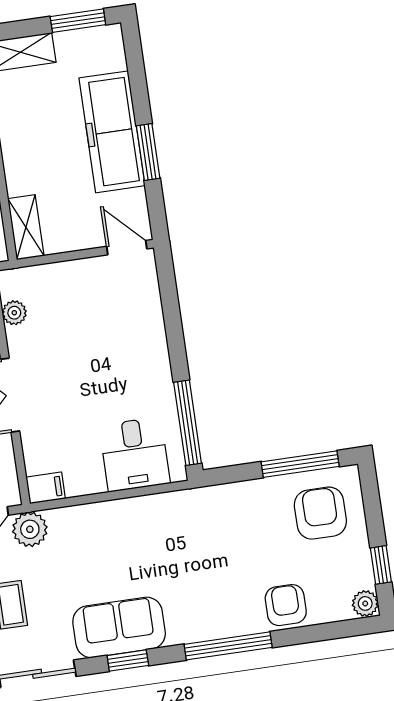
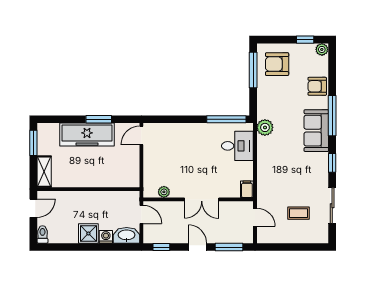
shelving: (26, 227) -> (125, 181), removed
plant: (30, 529) -> (265, 127), moved
sofa: (119, 627) -> (316, 131), moved

